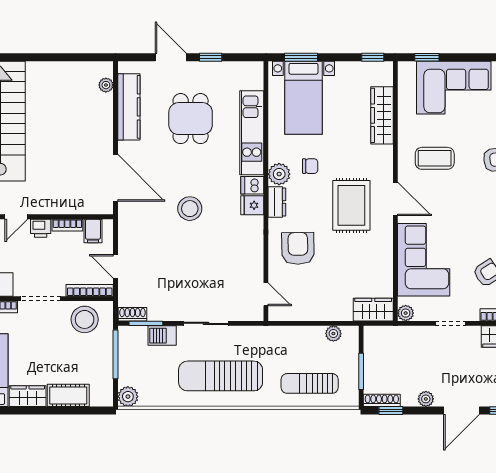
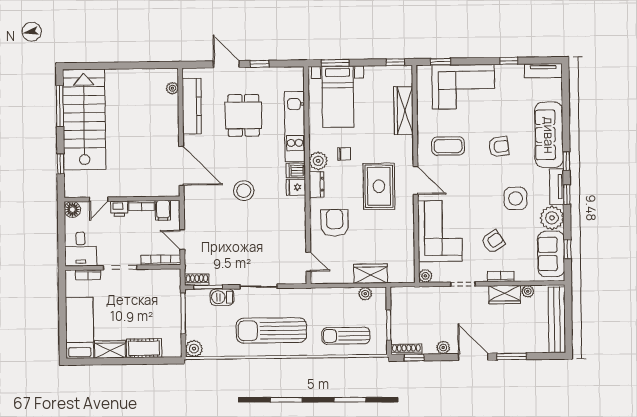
wardrobe: (373, 310) -> (371, 274), moved
stool: (85, 319) -> (157, 285), removed
door: (461, 411) -> (473, 357), swing flipped

